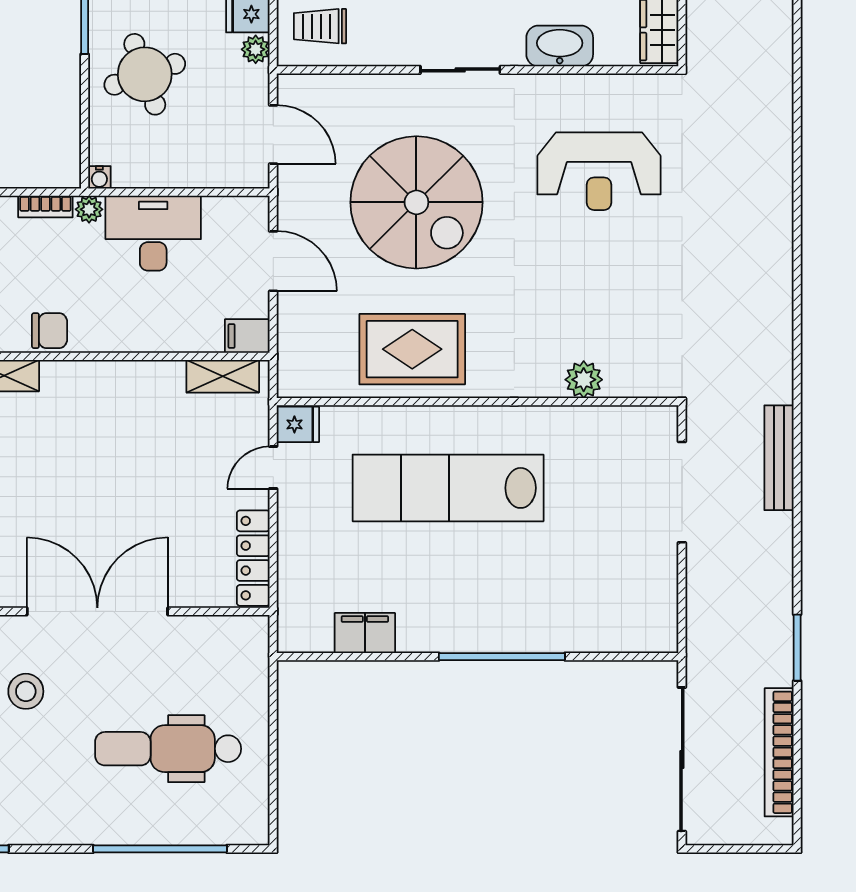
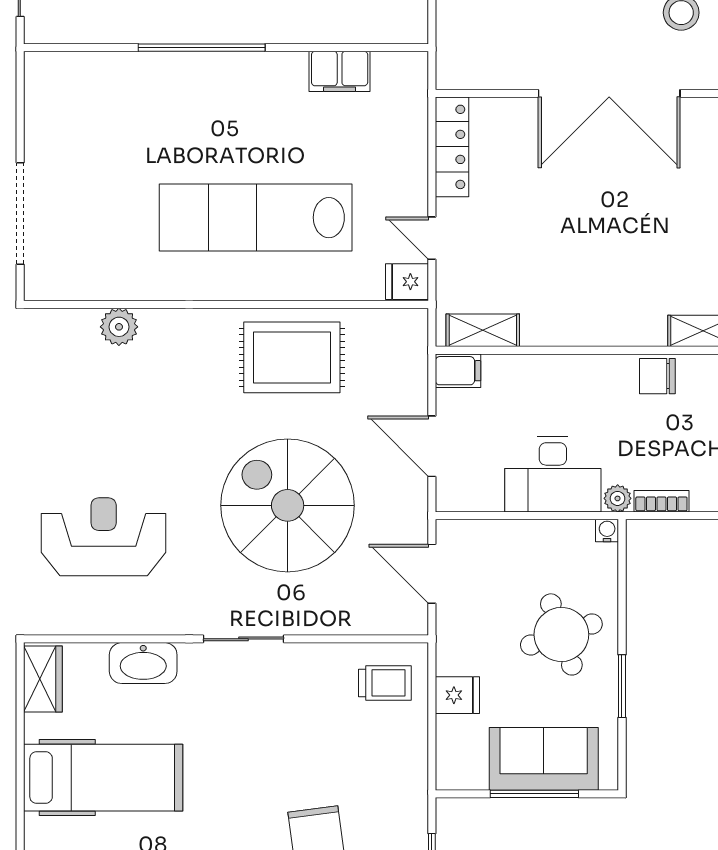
plant: (256, 49) -> (450, 660), removed
door: (273, 468) -> (432, 238), swing flipped
lab bench: (448, 488) -> (256, 218), turned 180

